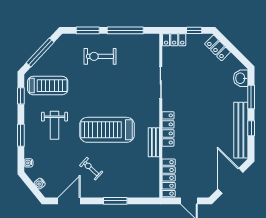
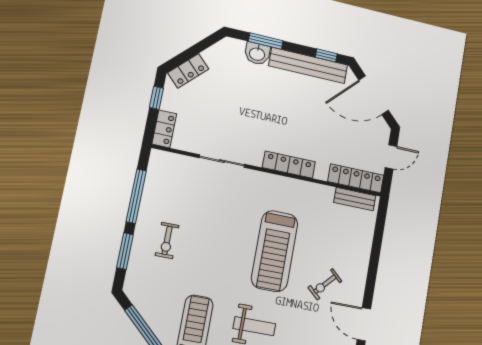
exercise bike: (100, 56) -> (167, 240), width x0.73, depth x0.72
washbasin: (241, 78) -> (257, 54), moved
window: (251, 128) -> (326, 55), moved
bench: (154, 142) -> (355, 199), moved
window: (115, 201) -> (374, 259), removed

